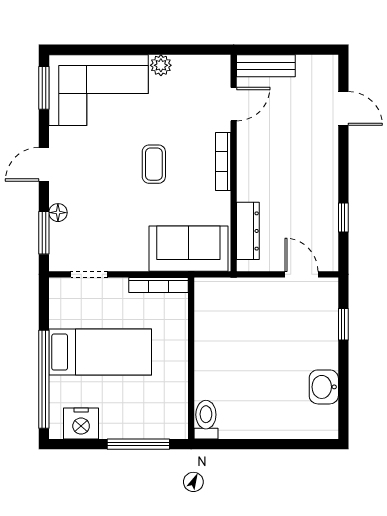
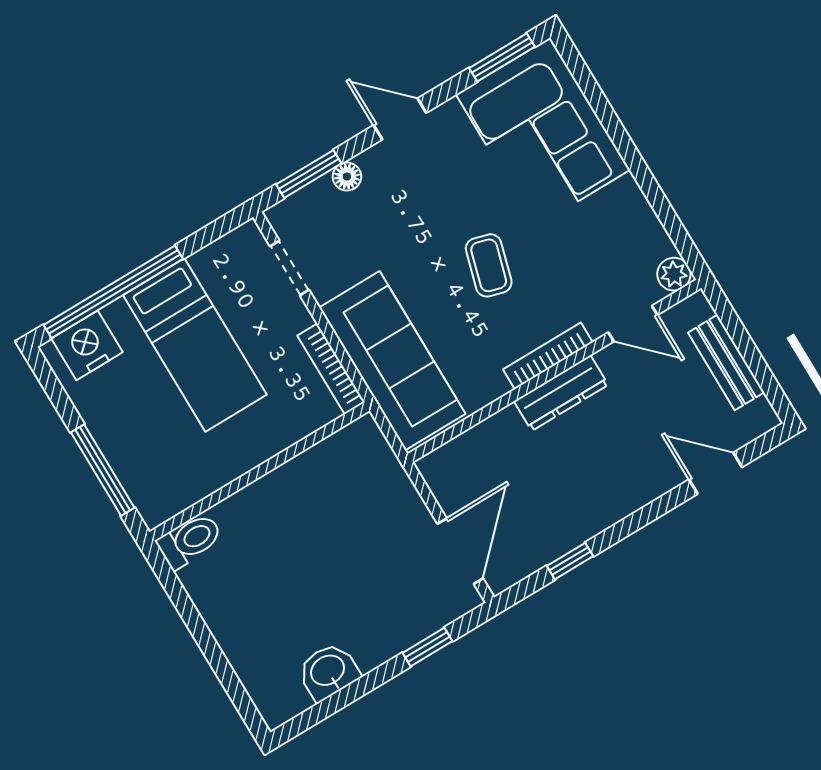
plant: (161, 65) -> (674, 274), moved
bench: (266, 66) -> (726, 362), moved
door: (343, 108) -> (716, 473), swing flipped
coffee table: (154, 164) -> (489, 265), turned -74
dresser: (248, 231) -> (561, 393), moved
sofa: (188, 249) -> (392, 361), width x1.36
door: (301, 274) -> (460, 551), width x1.38
nightstand: (81, 424) -> (87, 345), moved, turned 90

